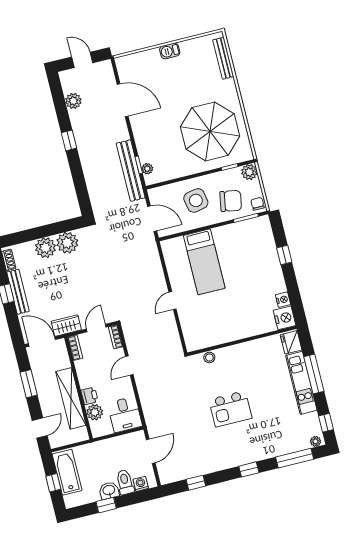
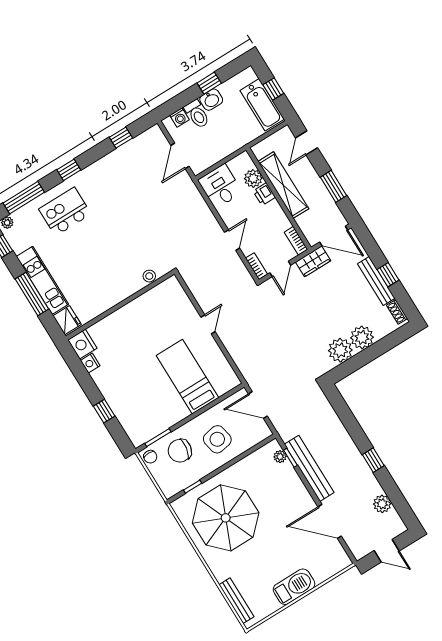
barbecue: (170, 51) -> (294, 587), width x1.88, depth x1.53
bench: (131, 171) -> (309, 468), moved
plant: (249, 172) -> (170, 488), removed
kitchen island: (230, 409) -> (65, 212), moved

